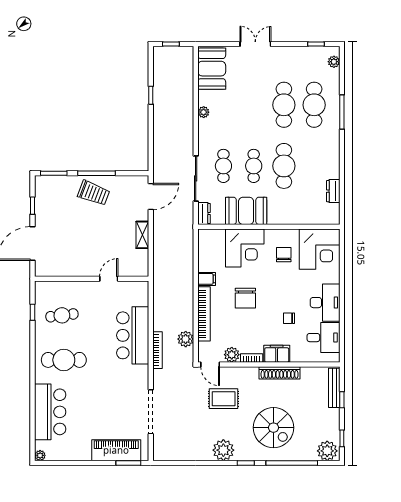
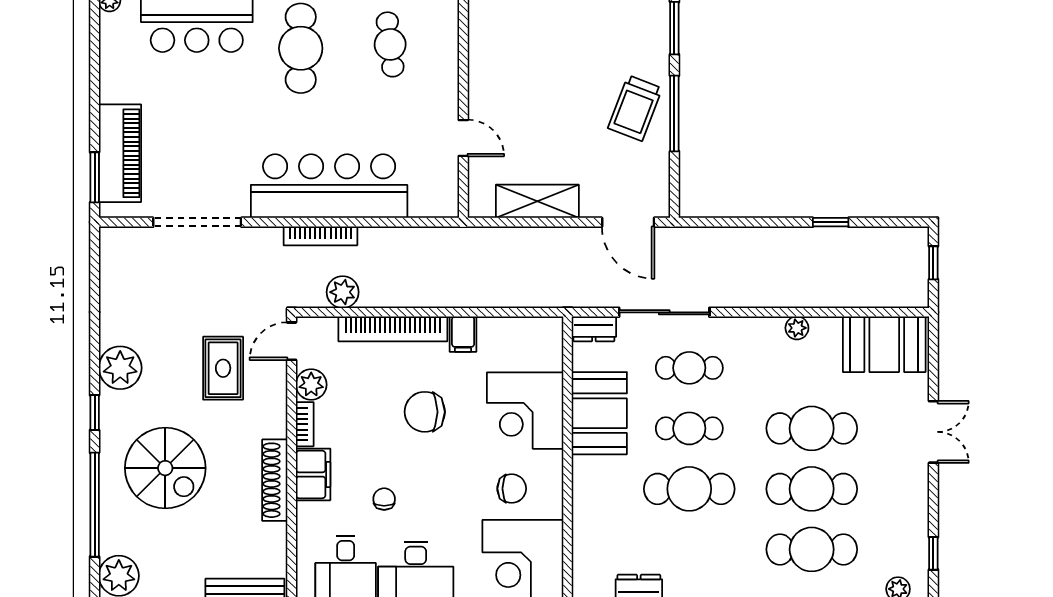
cafe table: (254, 105) -> (812, 428), added
shelving: (142, 235) -> (537, 201), width x1.50, depth x1.33
bar counter: (133, 335) -> (329, 186), width x1.36
spiral stairs: (273, 428) -> (165, 468), turned -90

